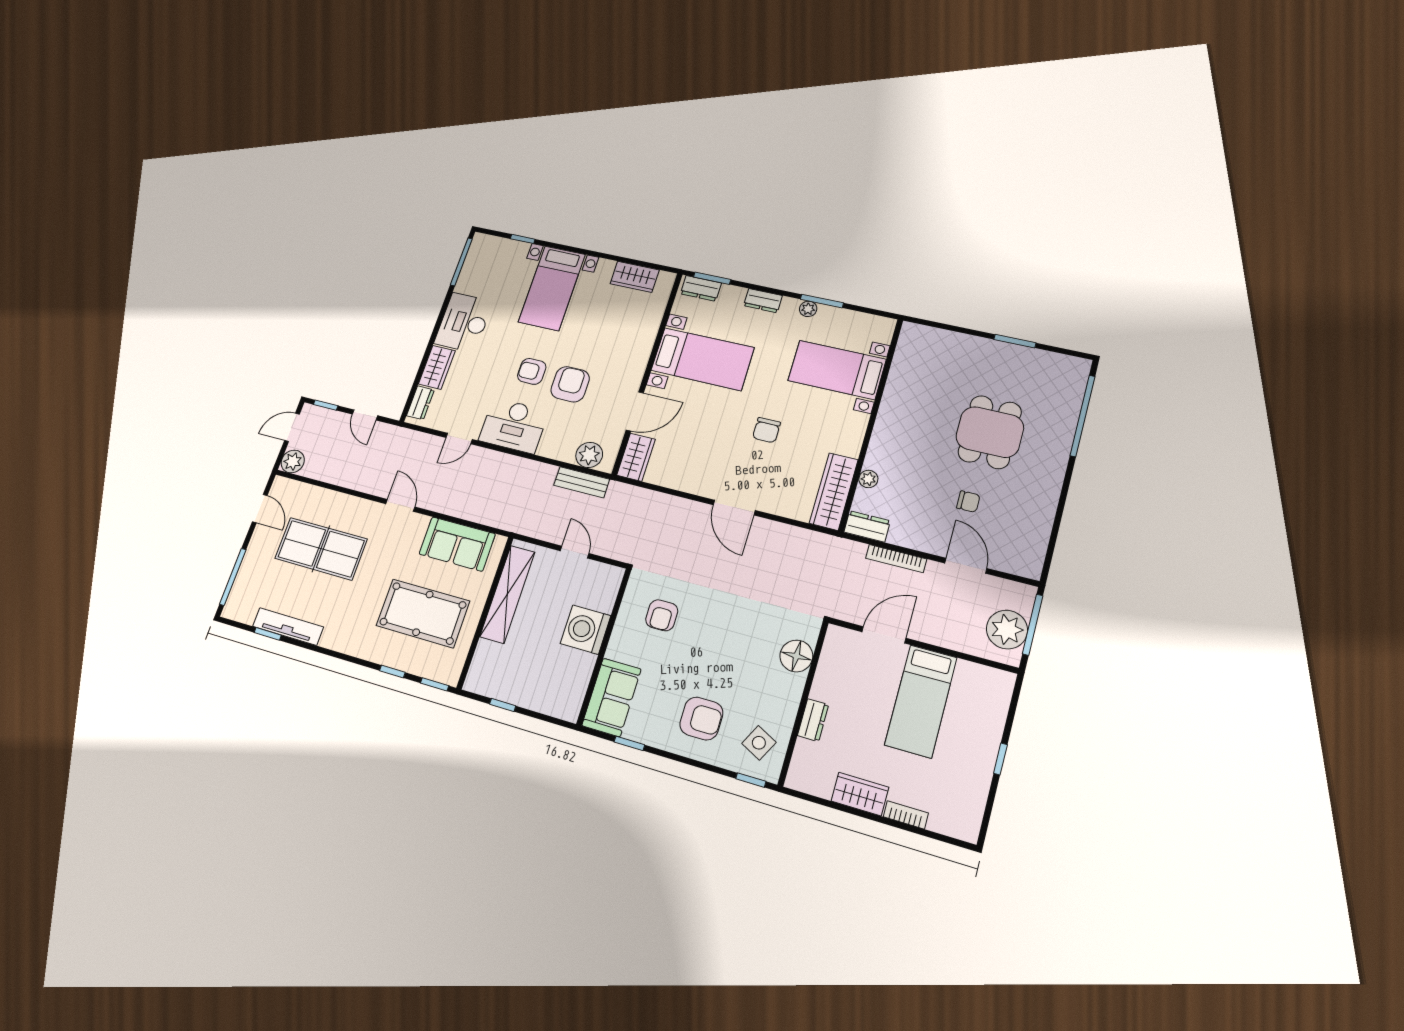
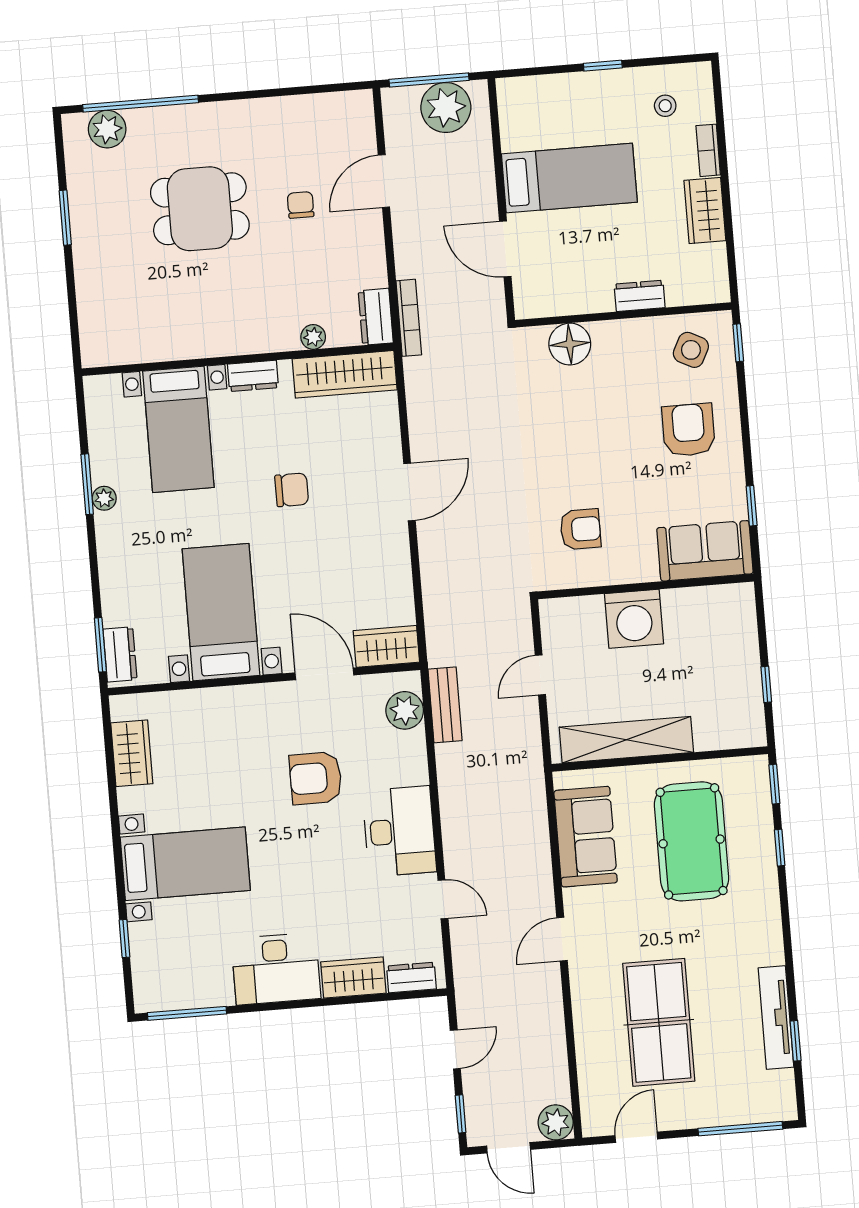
dresser: (763, 301) -> (253, 376), moved, turned 90
armchair: (532, 371) -> (315, 840), removed
plant: (1071, 388) -> (107, 129), added
bookcase: (896, 559) -> (409, 318), moved
stool: (952, 795) -> (665, 106), added

